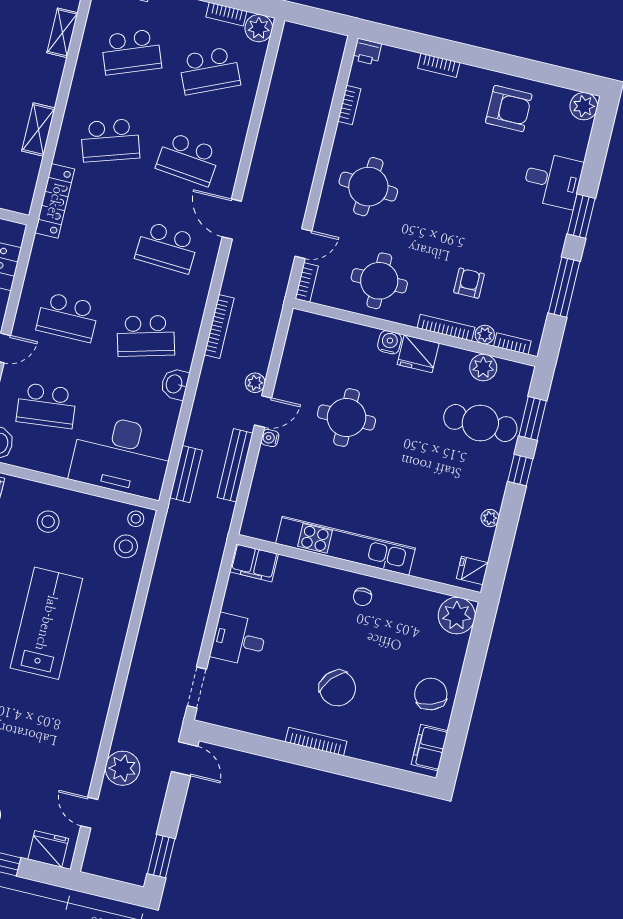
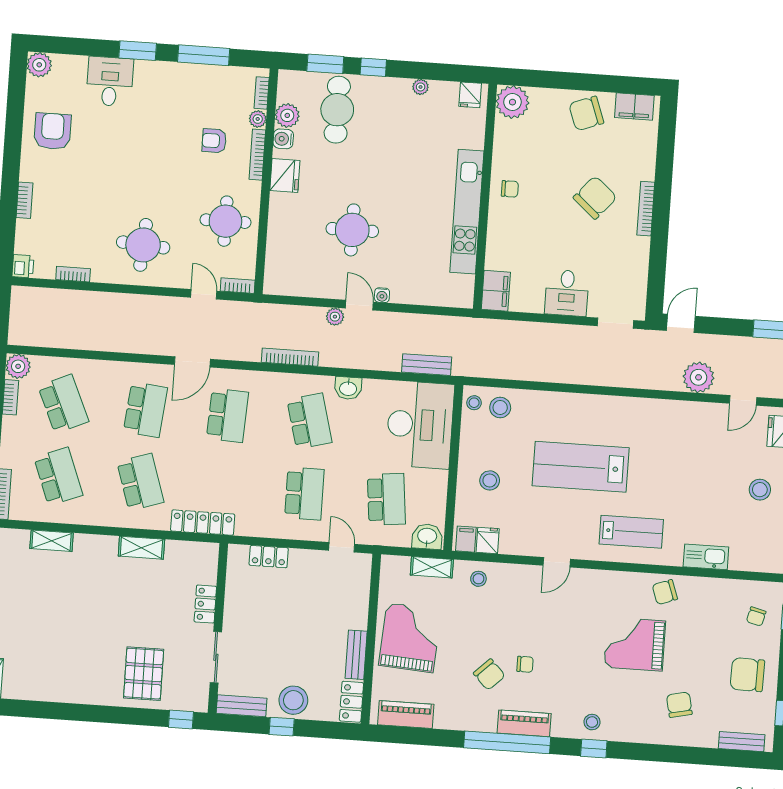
water cooler: (389, 342) -> (283, 139), moved
bench: (235, 465) -> (412, 322), removed

